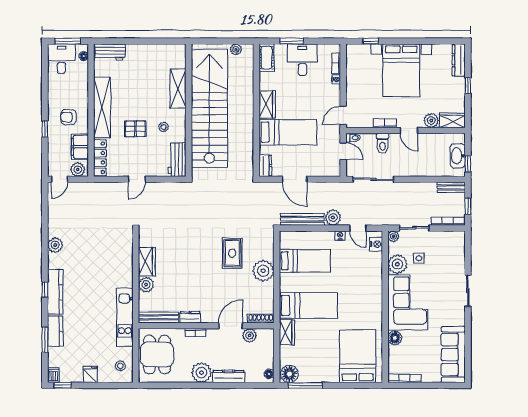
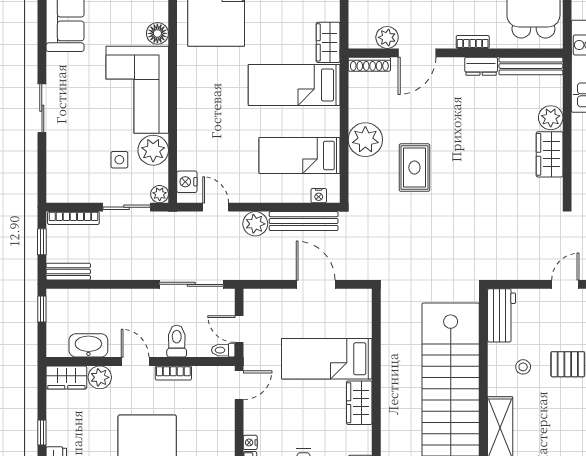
washbasin: (458, 156) -> (88, 345), moved, turned -90
dresser: (265, 166) -> (362, 306), removed
nightstand: (340, 235) -> (319, 196), moved

